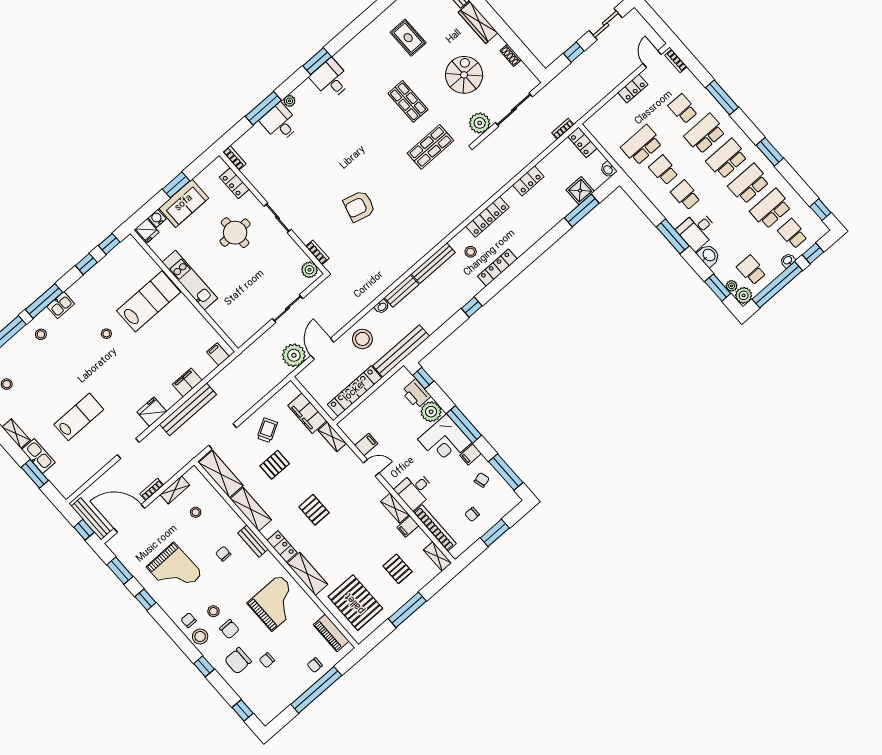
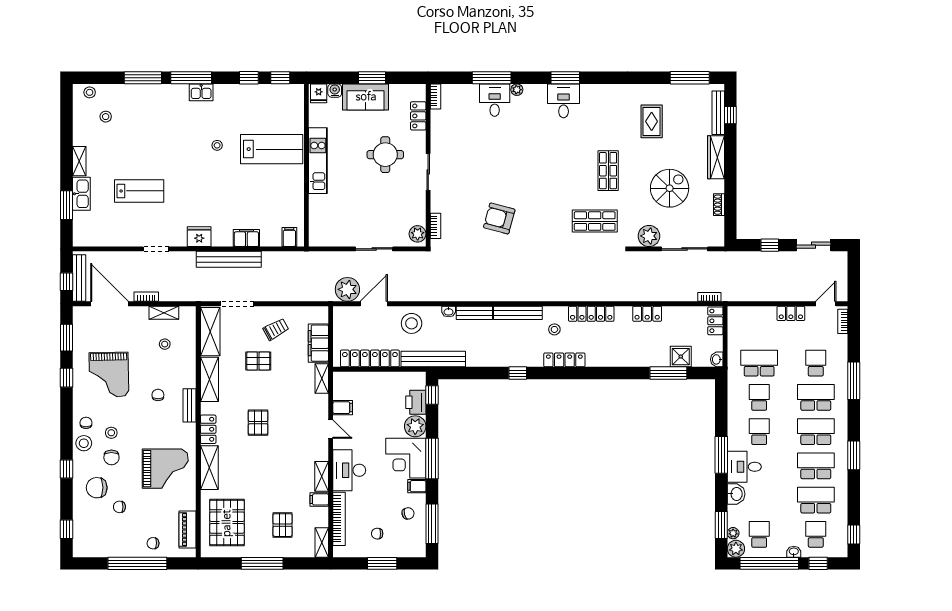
stool: (41, 334) -> (166, 101), removed
desk: (415, 490) -> (349, 470), width x1.37

